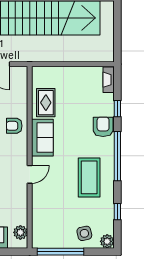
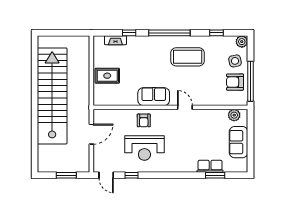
fireplace: (109, 80) -> (115, 40), moved
rug: (46, 103) -> (107, 76), moved
armchair: (103, 127) -> (235, 82), moved

